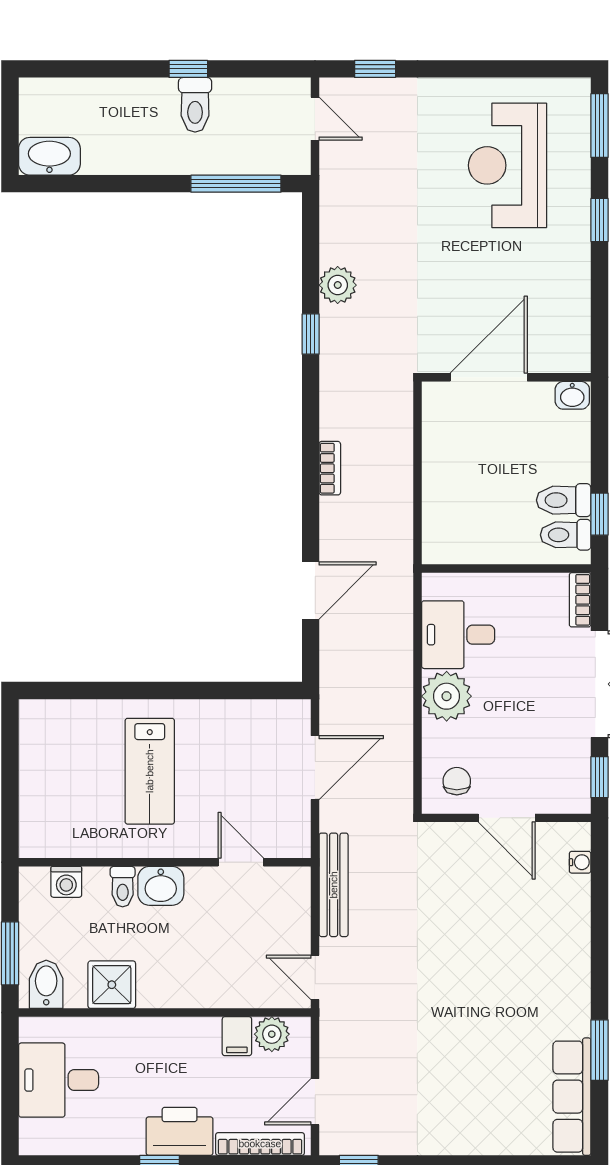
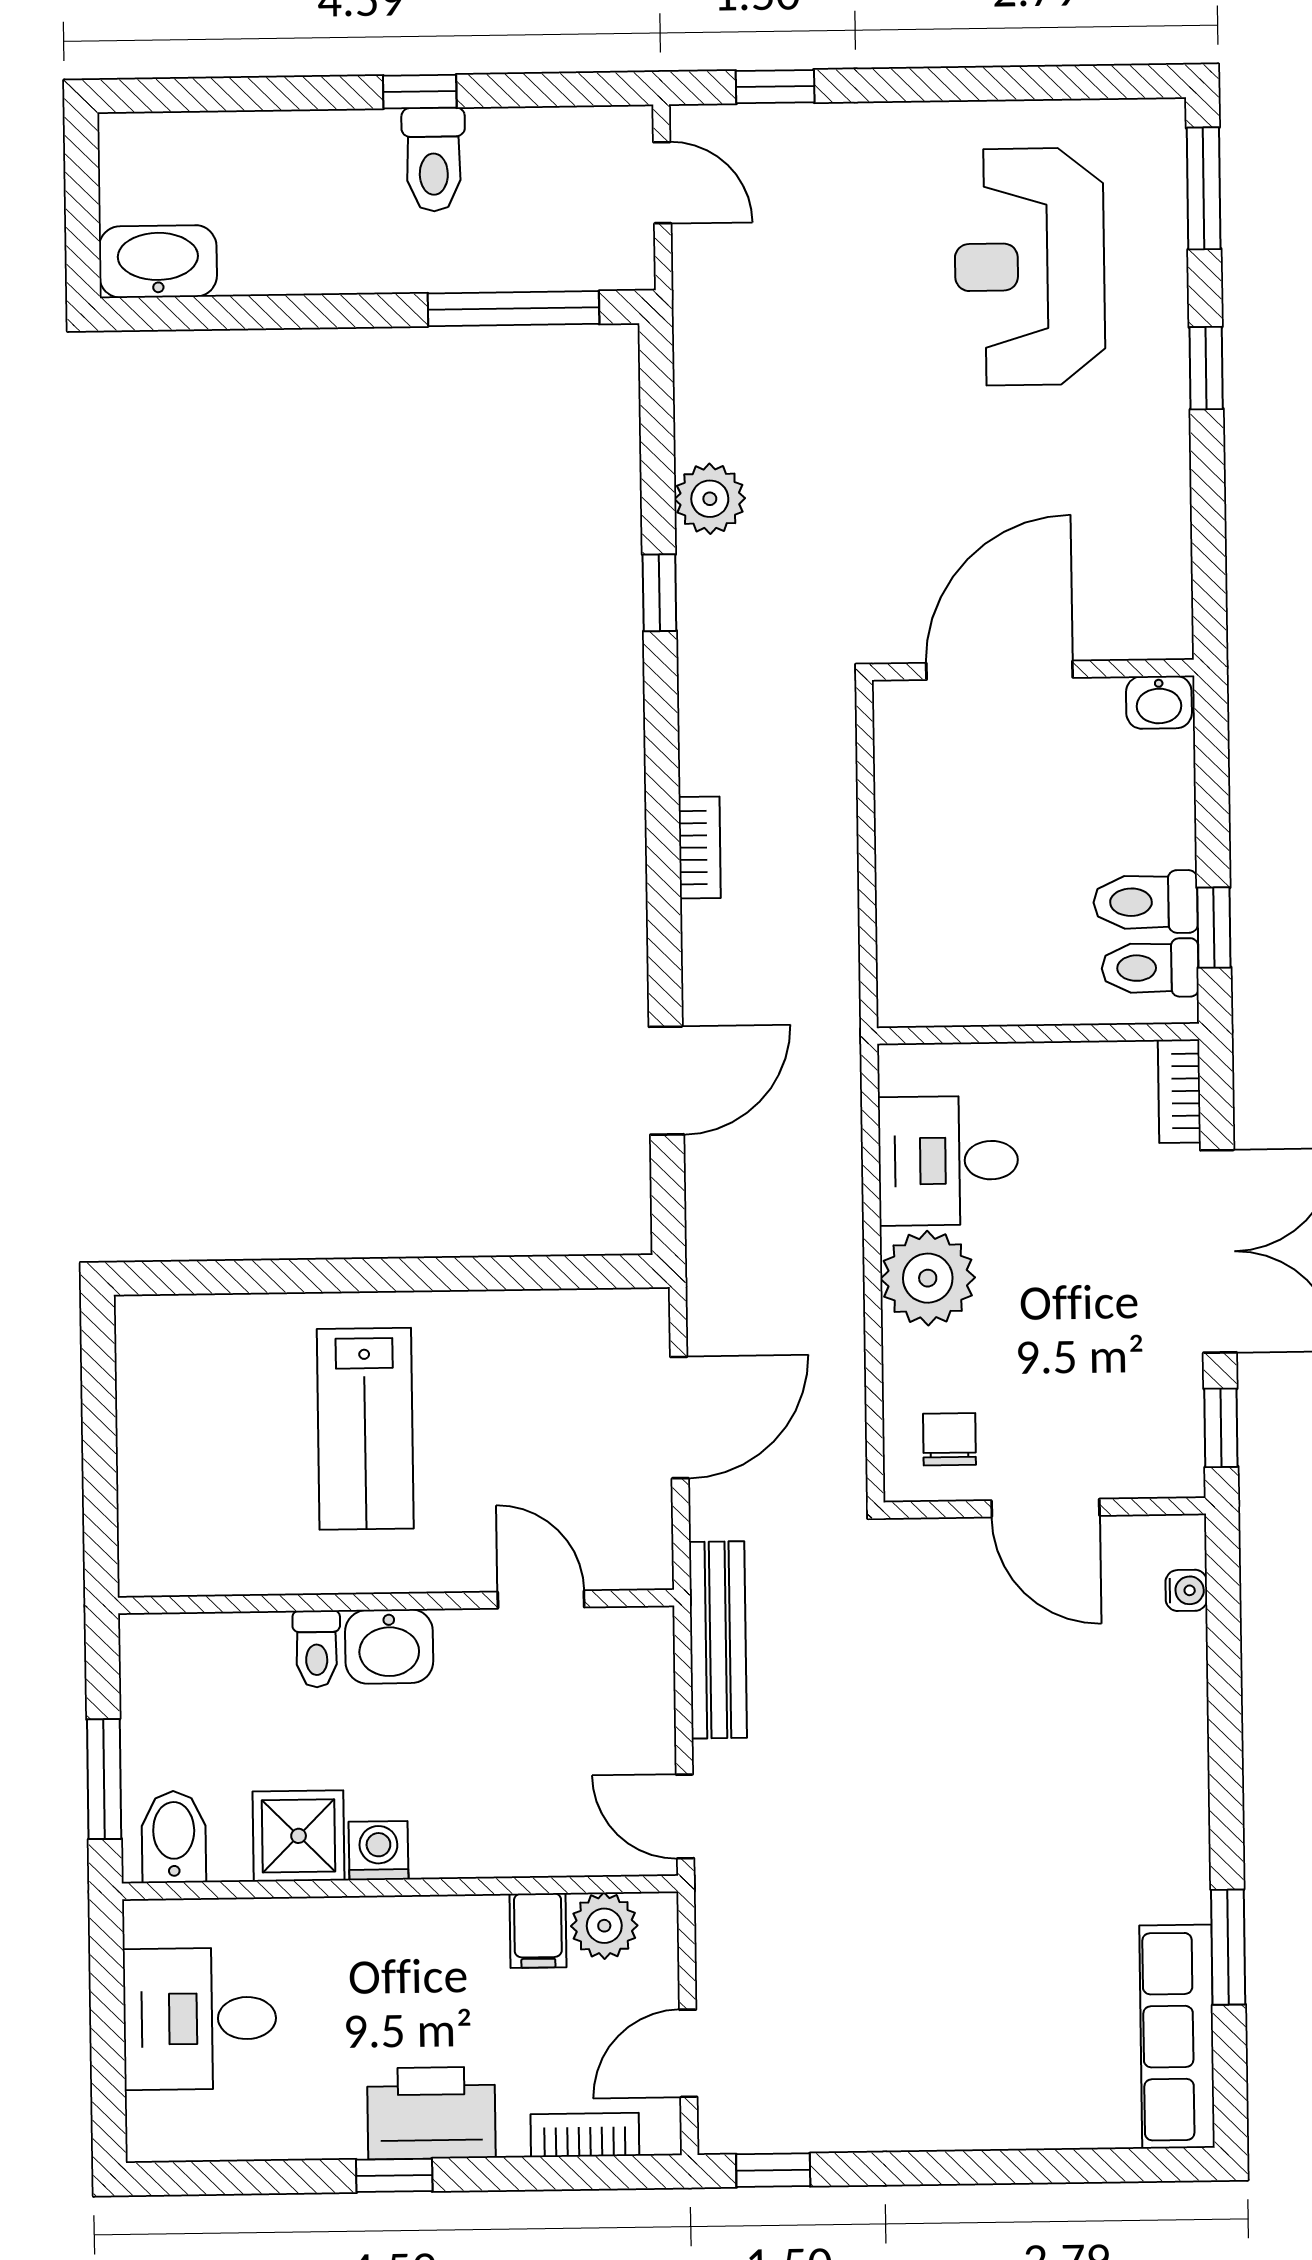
washing machine: (66, 882) -> (379, 1851), moved, turned 180
bookcase: (260, 1144) -> (585, 2135), width x0.64

